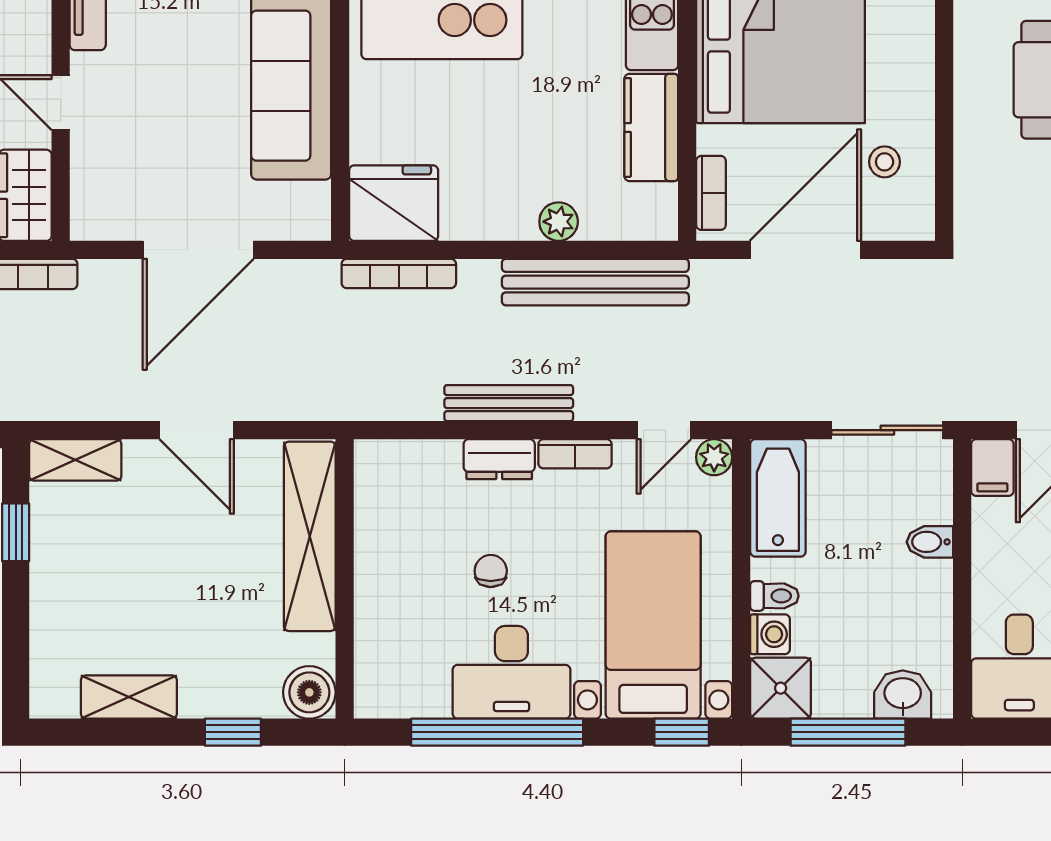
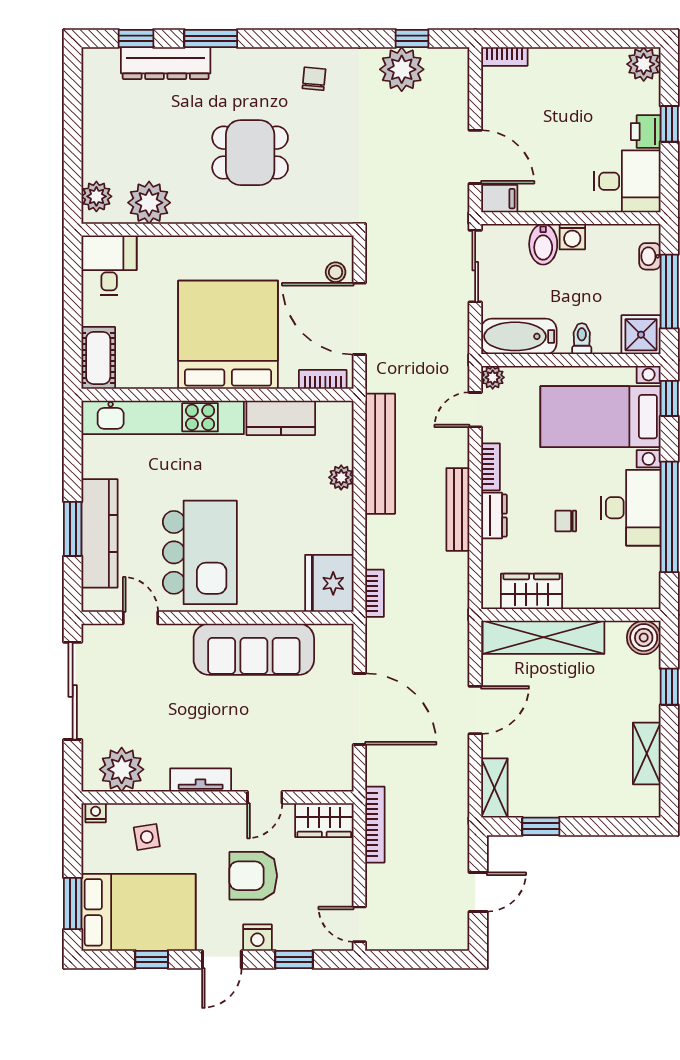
stool: (885, 162) -> (336, 272), moved
bookcase: (399, 274) -> (375, 593), width x0.64
door: (664, 430) -> (475, 410), swing flipped
wardrobe: (381, 518) -> (532, 591), added
bidet: (930, 542) -> (543, 244), width x1.38, depth x1.36
washing machine: (770, 634) -> (572, 237), moved, turned 180
washbasin: (903, 695) -> (650, 256), width x0.72, depth x0.69

